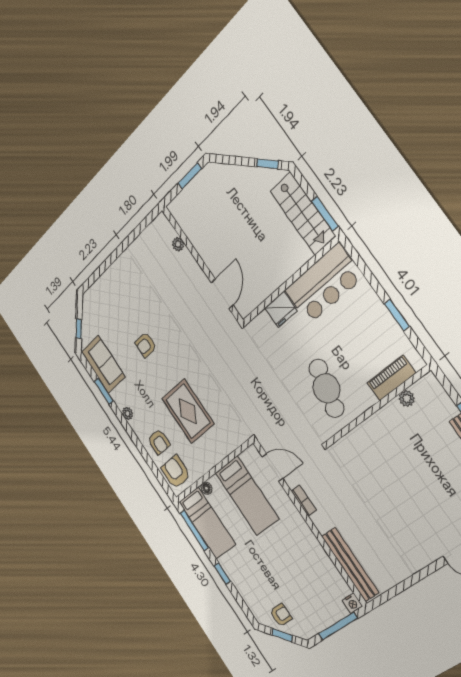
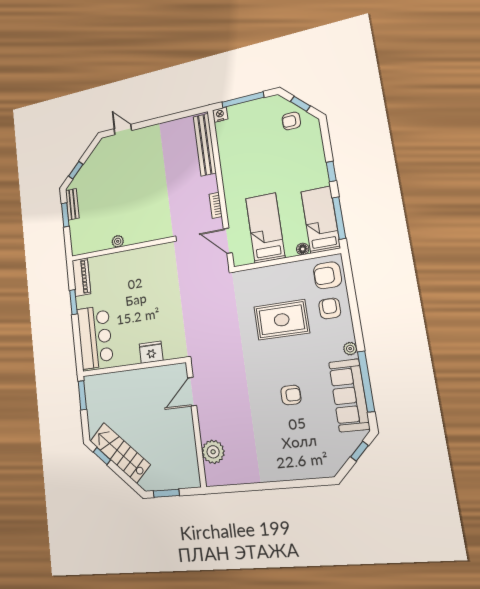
stairs: (303, 213) -> (120, 453), moved, turned -45
plant: (178, 244) -> (213, 452), width x1.88, depth x1.88
bar counter: (324, 284) -> (95, 337), moved, turned 90
sofa: (103, 364) -> (349, 395), width x1.36
piano: (391, 378) -> (81, 277), moved, turned -90
cafe table: (326, 388) -> (149, 279), removed
window: (104, 391) -> (366, 381), width x2.11
plant: (407, 398) -> (118, 241), moved
rug: (188, 411) -> (282, 320), turned 90
armchair: (176, 472) -> (327, 275), turned 90

